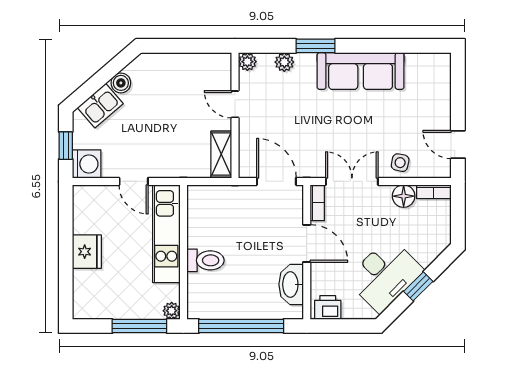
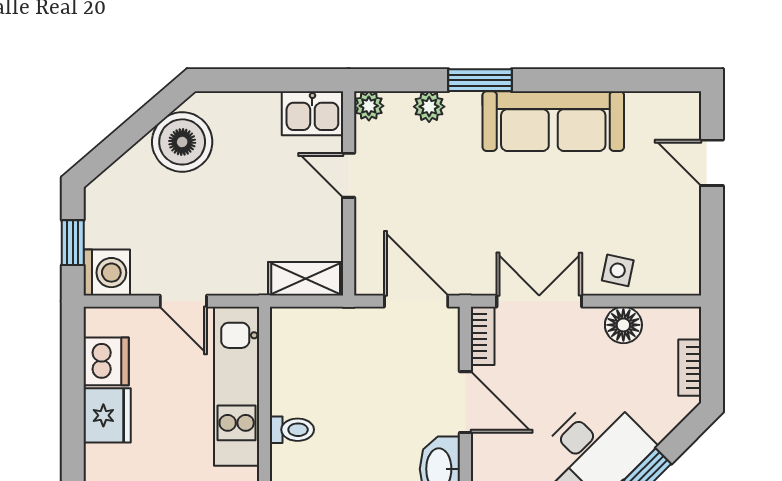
boiler: (121, 83) -> (182, 142), width x1.86, depth x1.86
kitchen sink: (100, 106) -> (312, 113), moved, turned 41
door: (458, 144) -> (712, 163), moved
shelving: (221, 154) -> (306, 279), moved, turned 90
bookcase: (434, 192) -> (690, 368), moved, turned 90
dishwasher: (86, 218) -> (106, 361), added
toilet: (205, 260) -> (292, 430), width x0.73, depth x0.72

